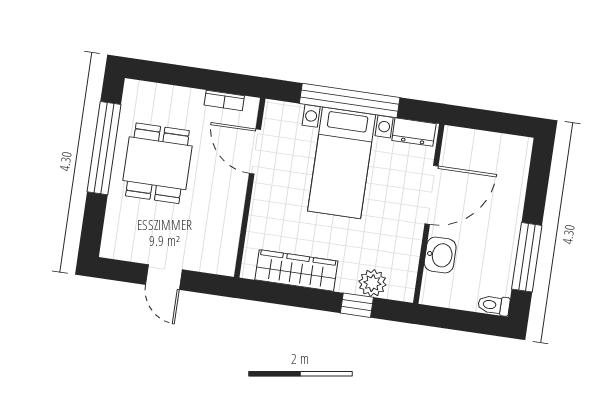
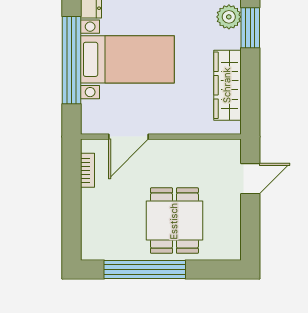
dining table: (157, 163) -> (174, 221), moved, turned 90
door: (164, 277) -> (250, 179), moved
window: (357, 305) -> (250, 28), width x1.50

